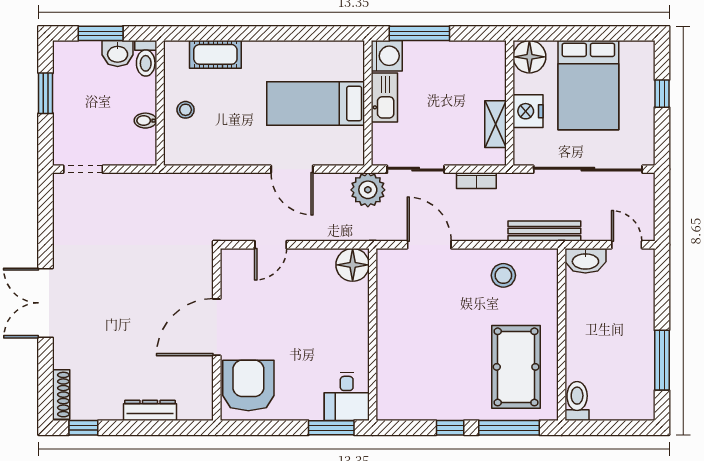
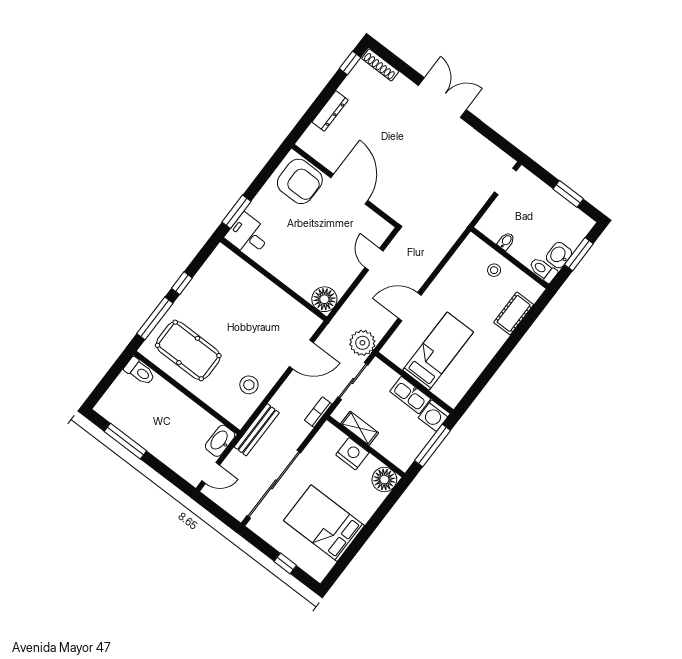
floor lamp: (529, 57) -> (384, 480), moved
wall: (510, 103) -> (366, 446), moved
nightstand: (528, 111) -> (352, 454), moved
shelving: (495, 124) -> (360, 428), moved

